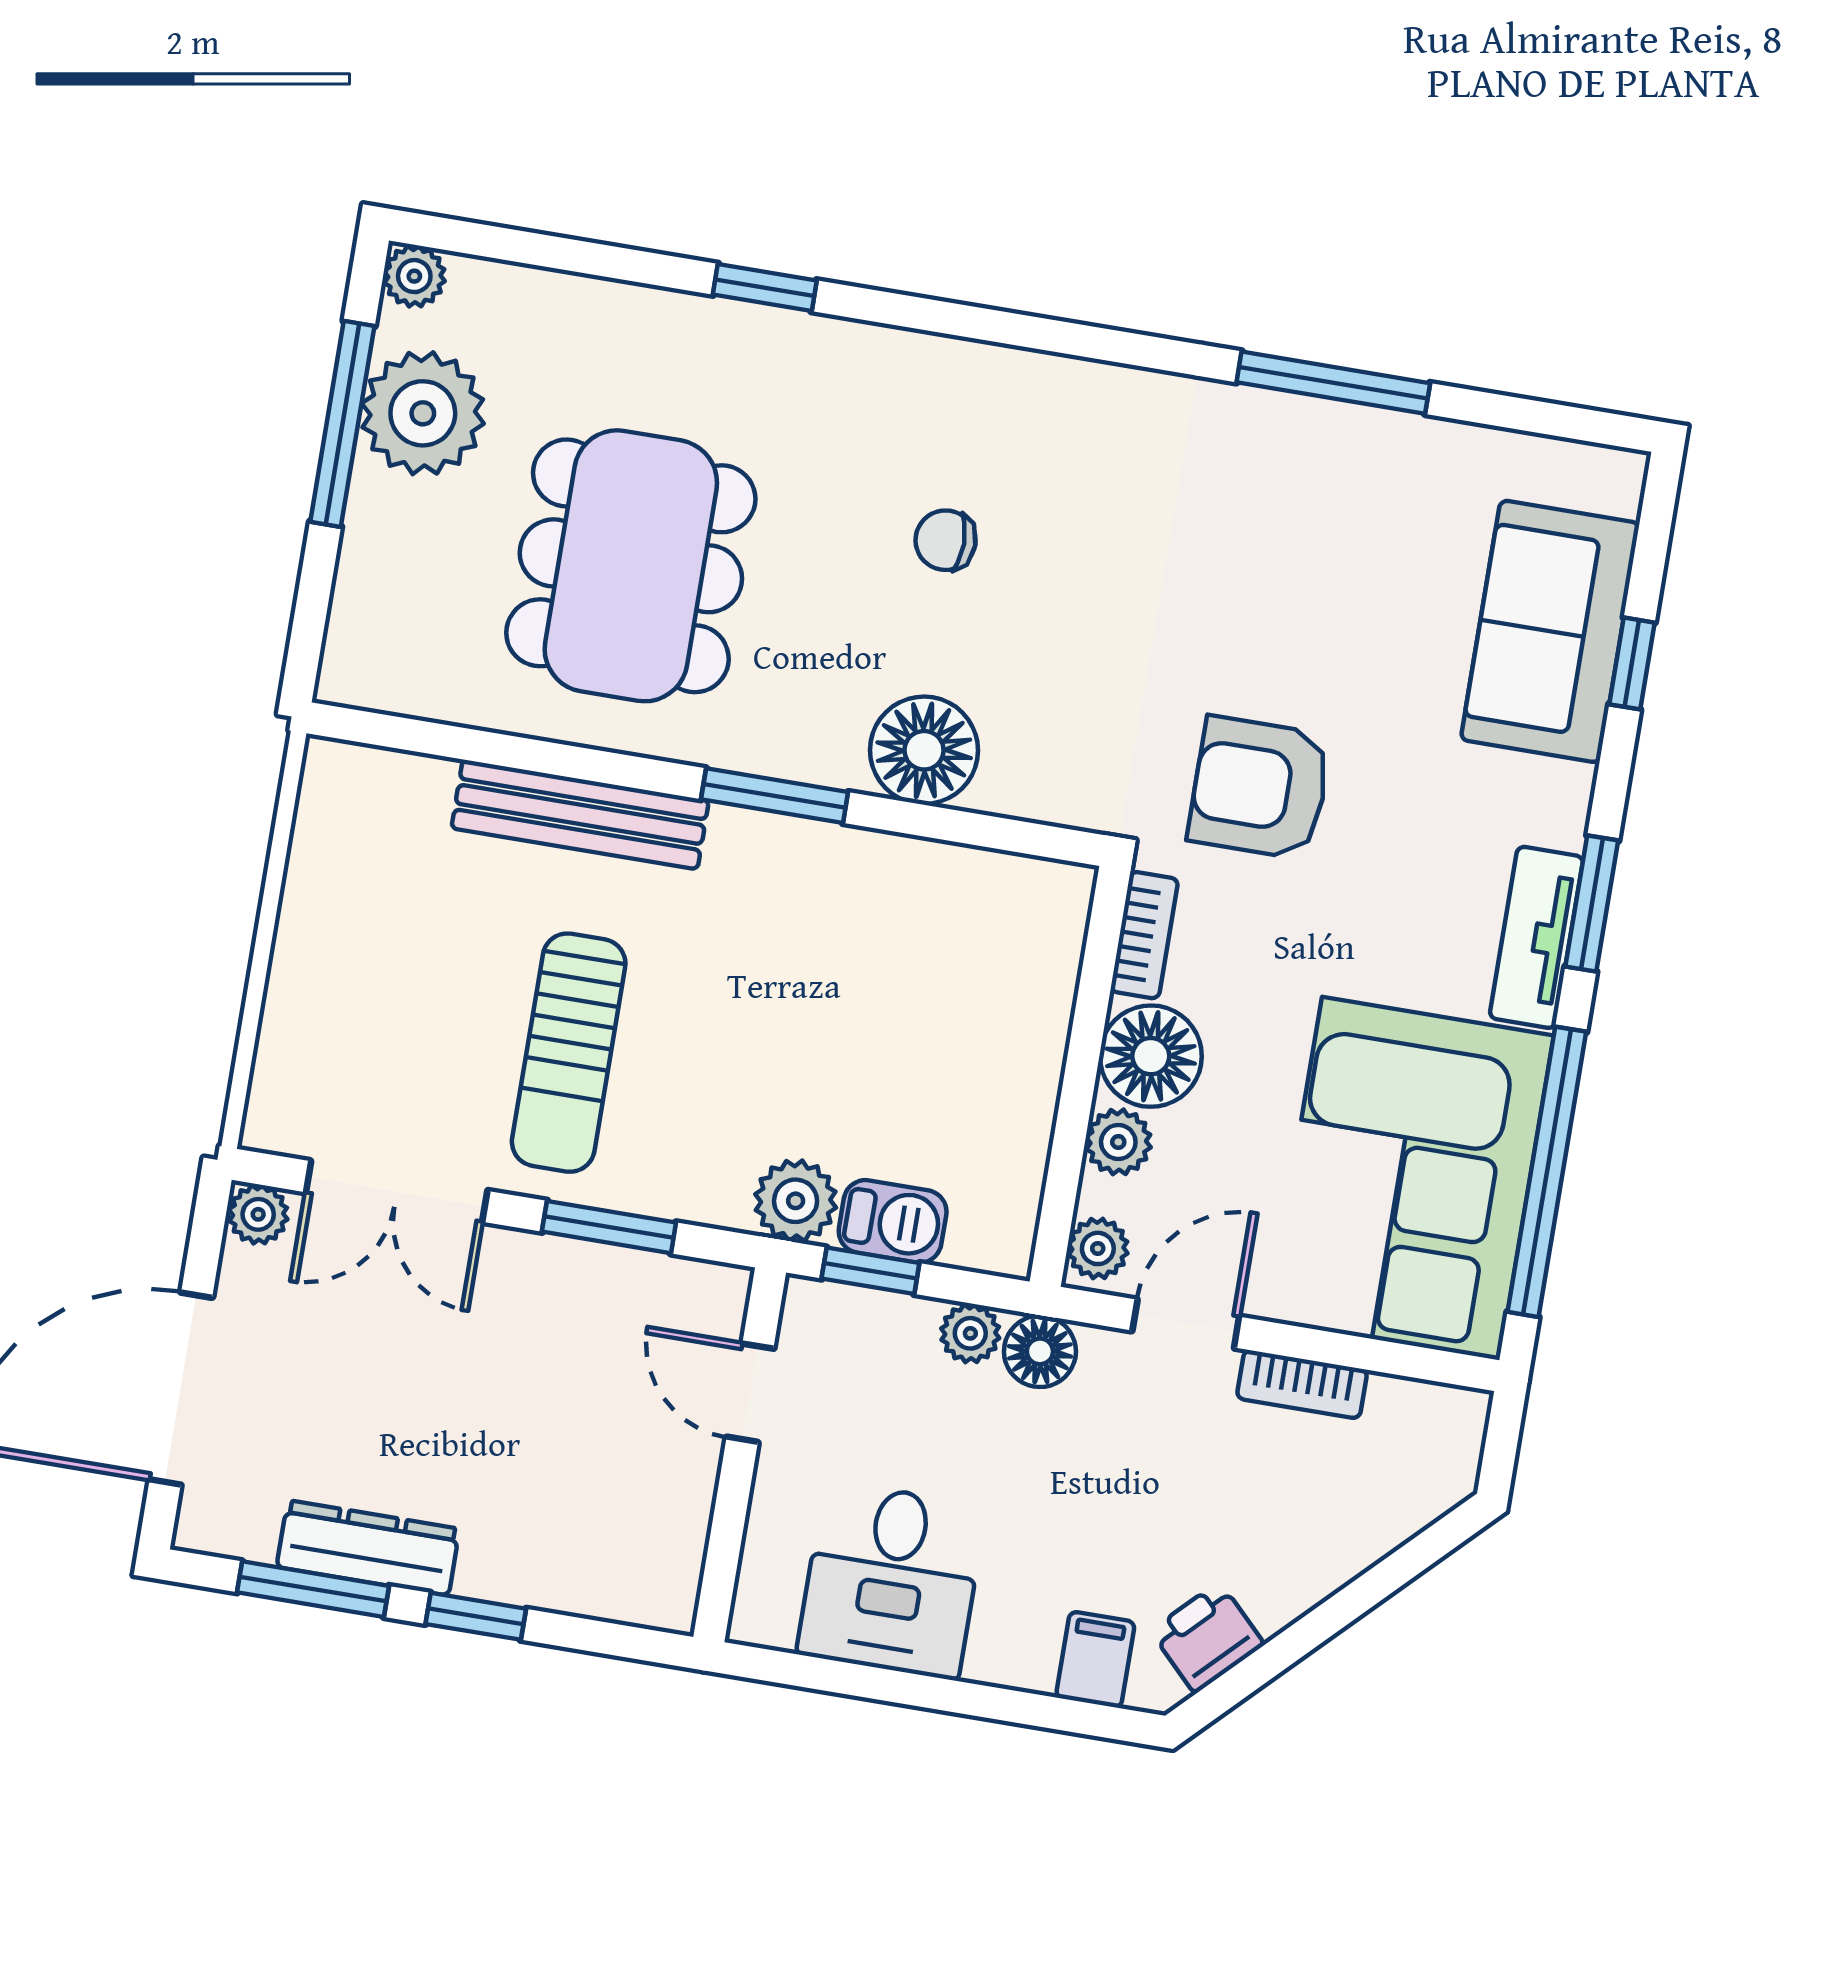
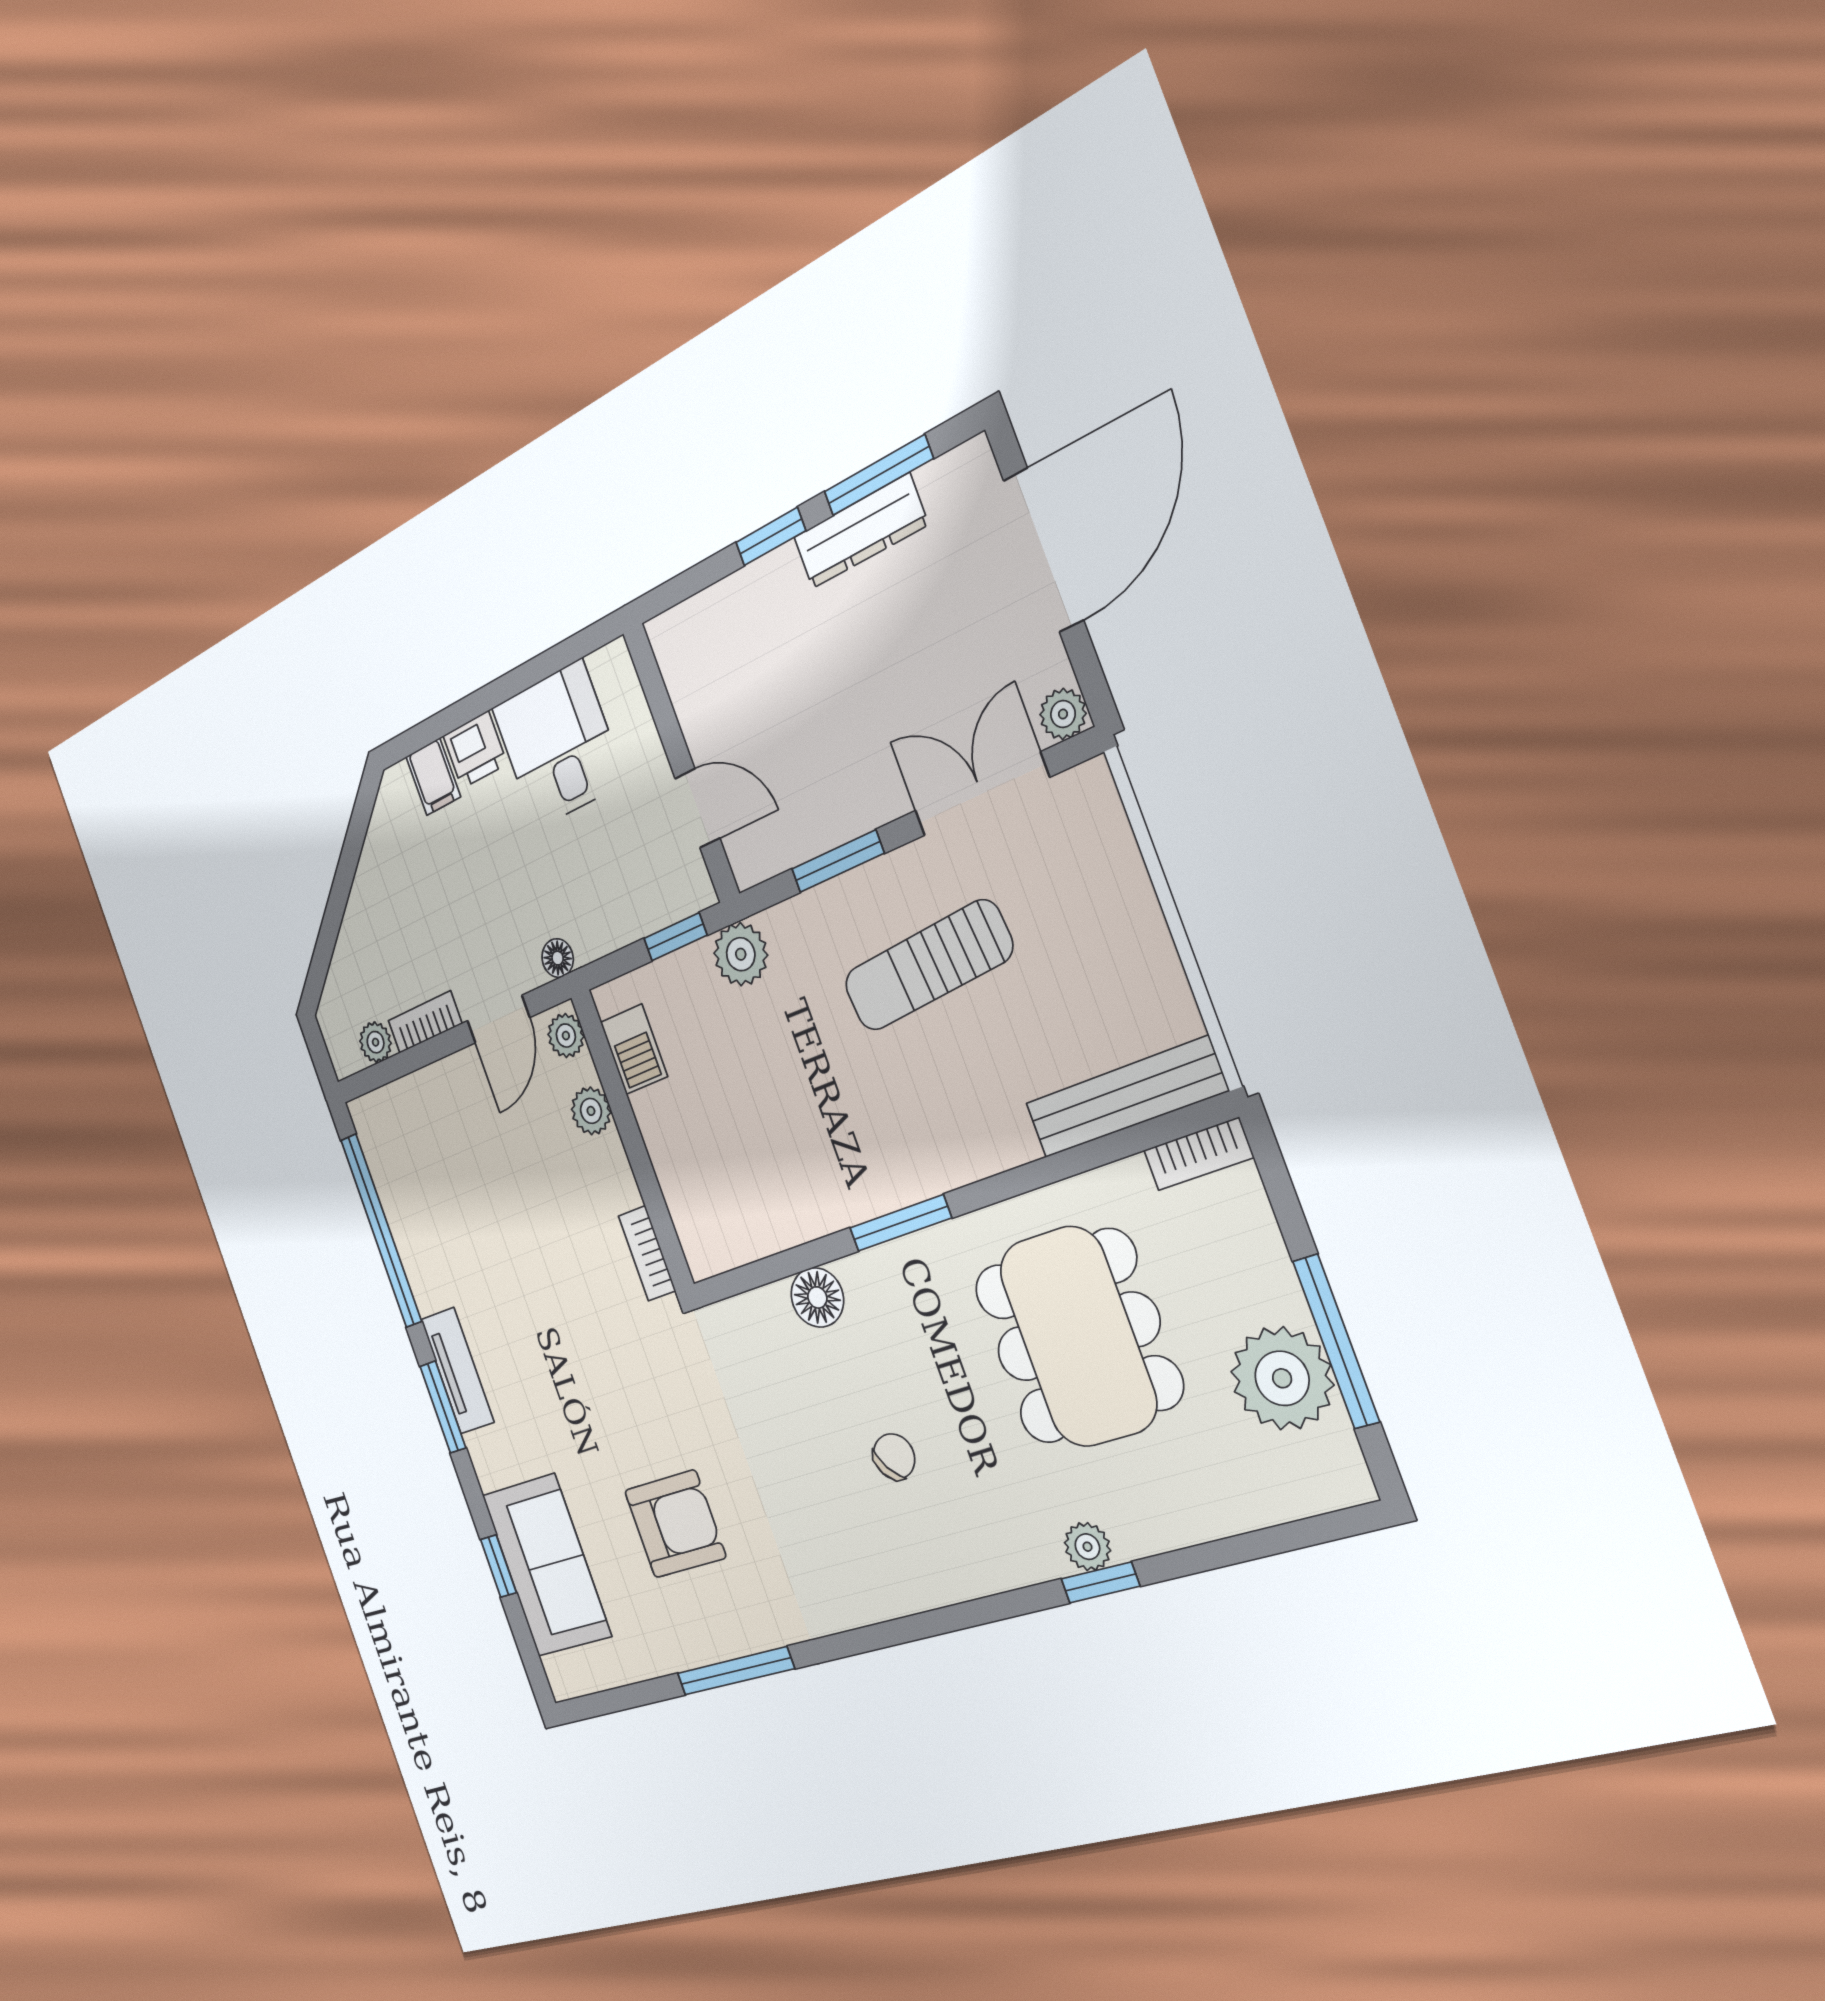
plant: (414, 276) -> (1087, 1547), moved
chair: (946, 540) -> (894, 1457), turned -34
bookcase: (378, 688) -> (1198, 1154), added
floor lamp: (924, 750) -> (817, 1297), width x0.73, depth x0.73
armchair: (1260, 788) -> (675, 1524), moved
bench: (580, 814) -> (1126, 1097), moved
sun lounger: (569, 1053) -> (928, 966), turned -95
floor lamp: (1151, 1056) -> (603, 1177), removed
corner sofa: (1411, 1178) -> (440, 1184), removed
barbecue: (893, 1221) -> (634, 1049), moved, turned -90
plant: (970, 1333) -> (376, 1042), moved
floor lamp: (1040, 1351) -> (558, 958), width x0.73, depth x0.73
printer: (1207, 1638) -> (475, 750), moved, turned 45

